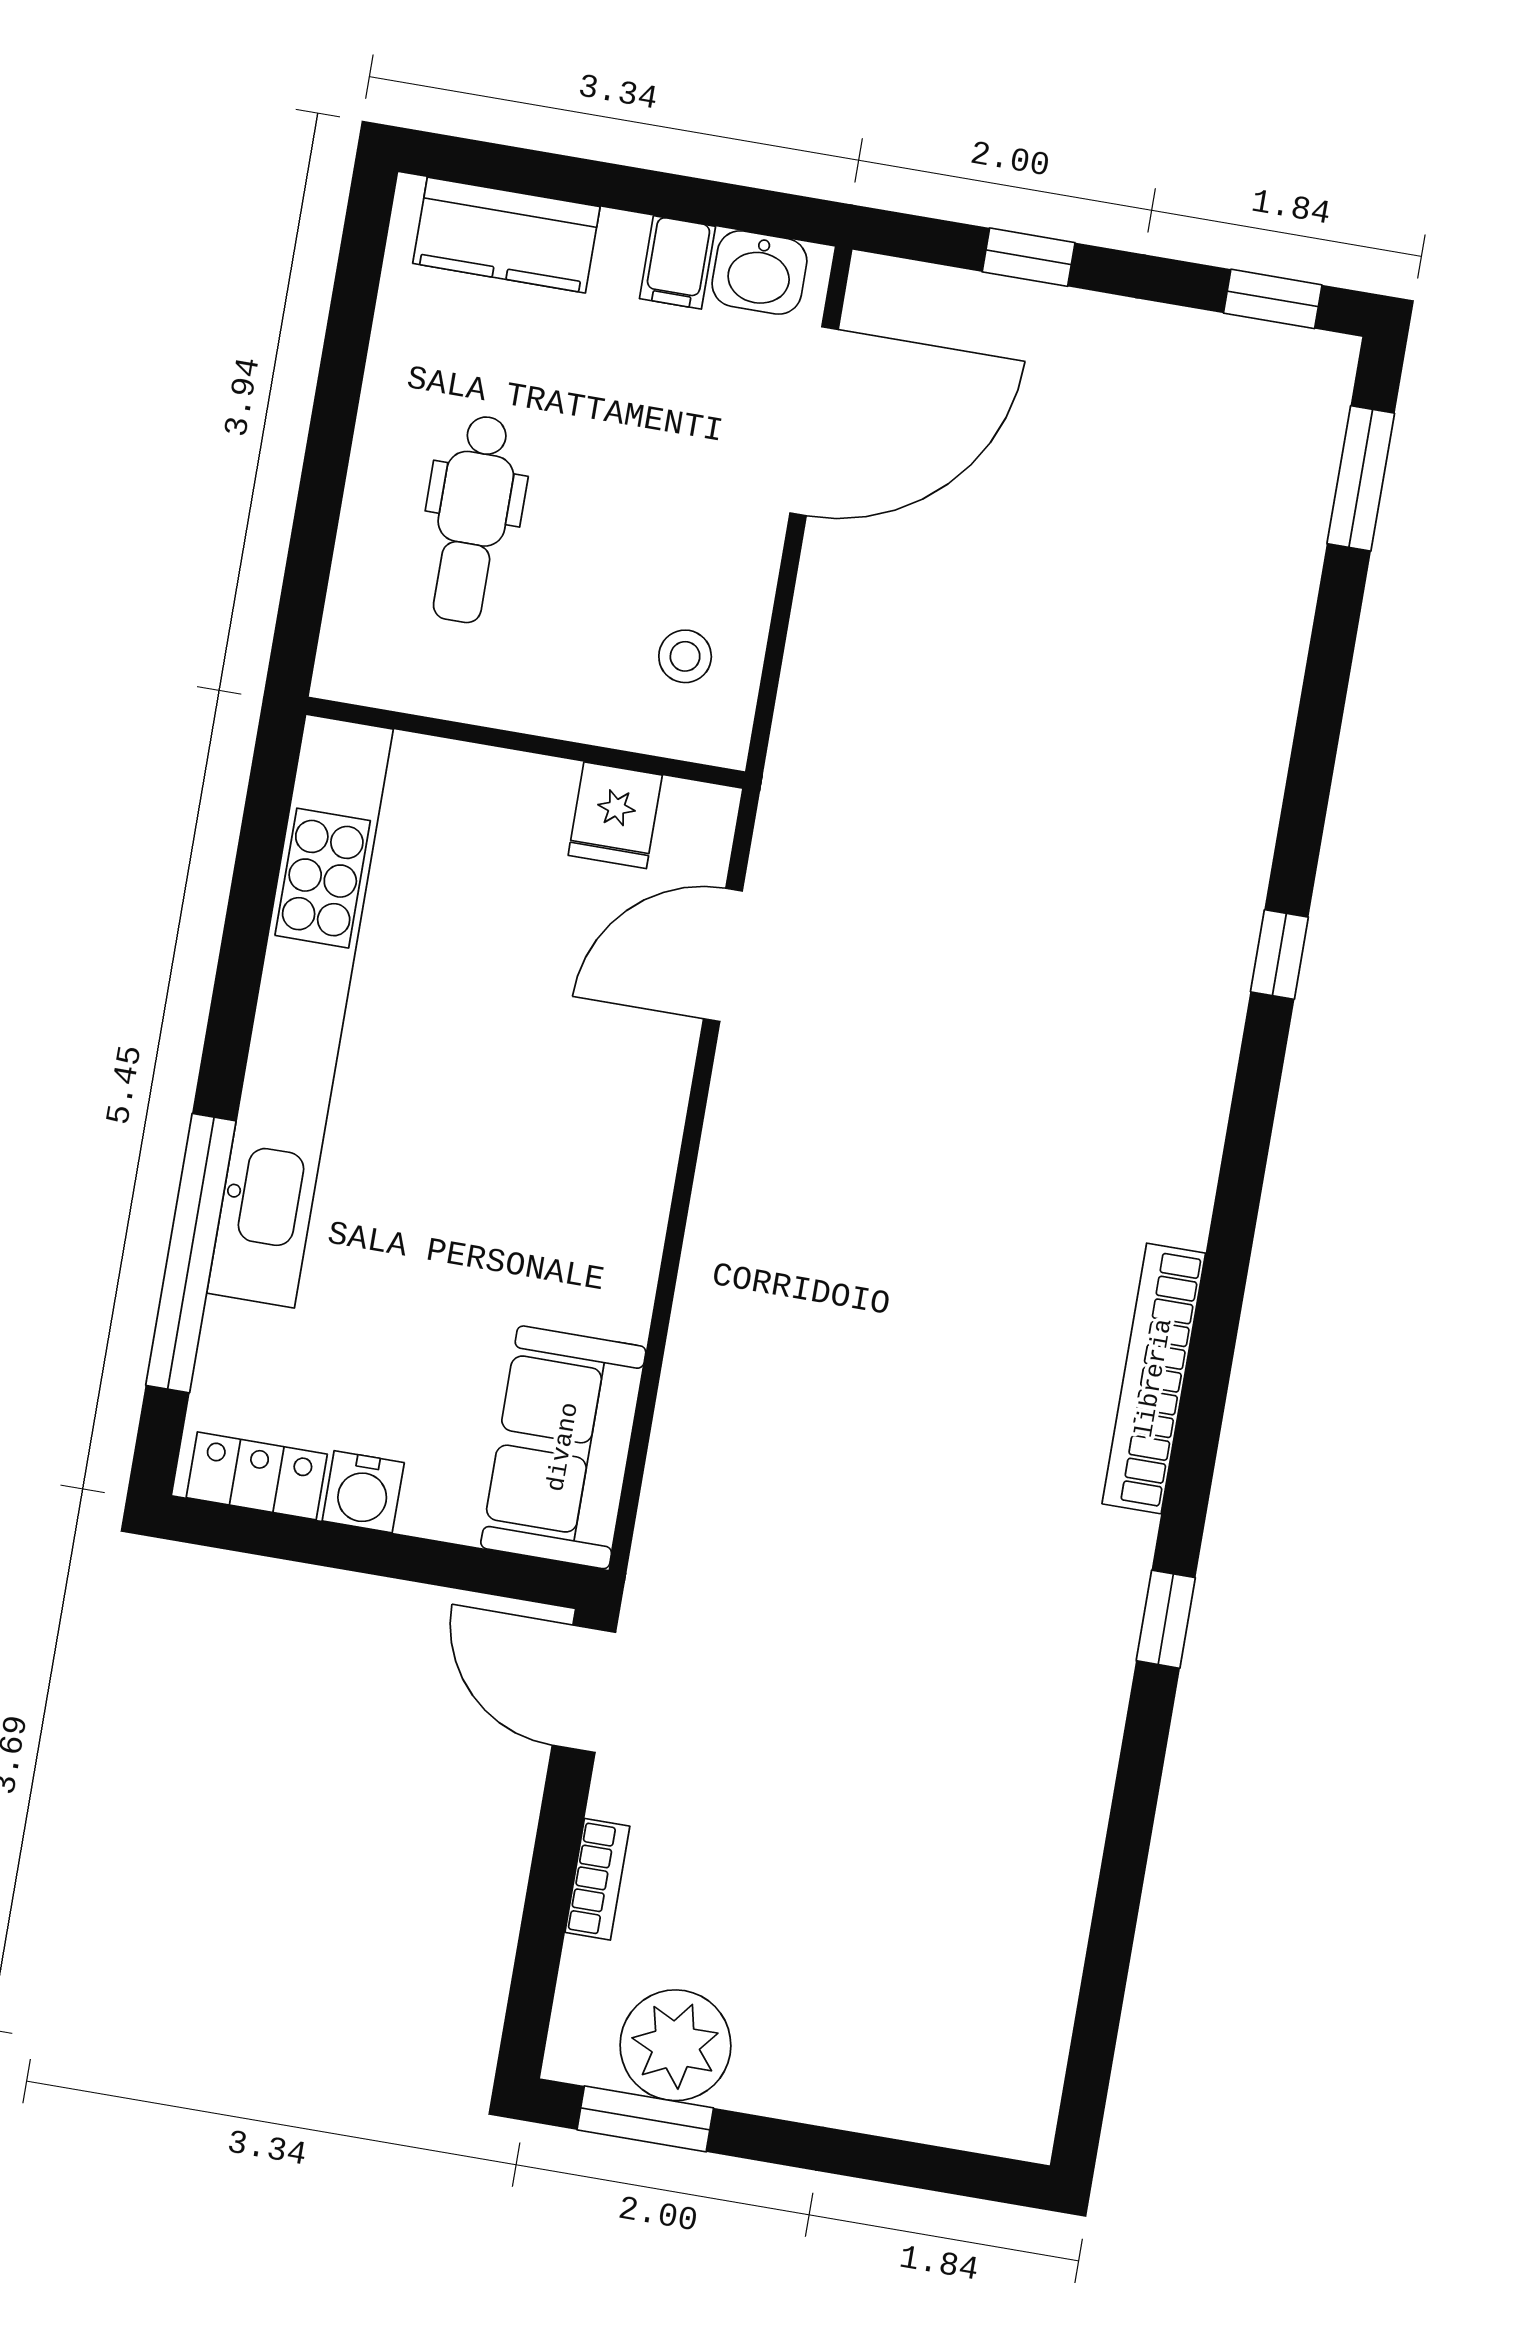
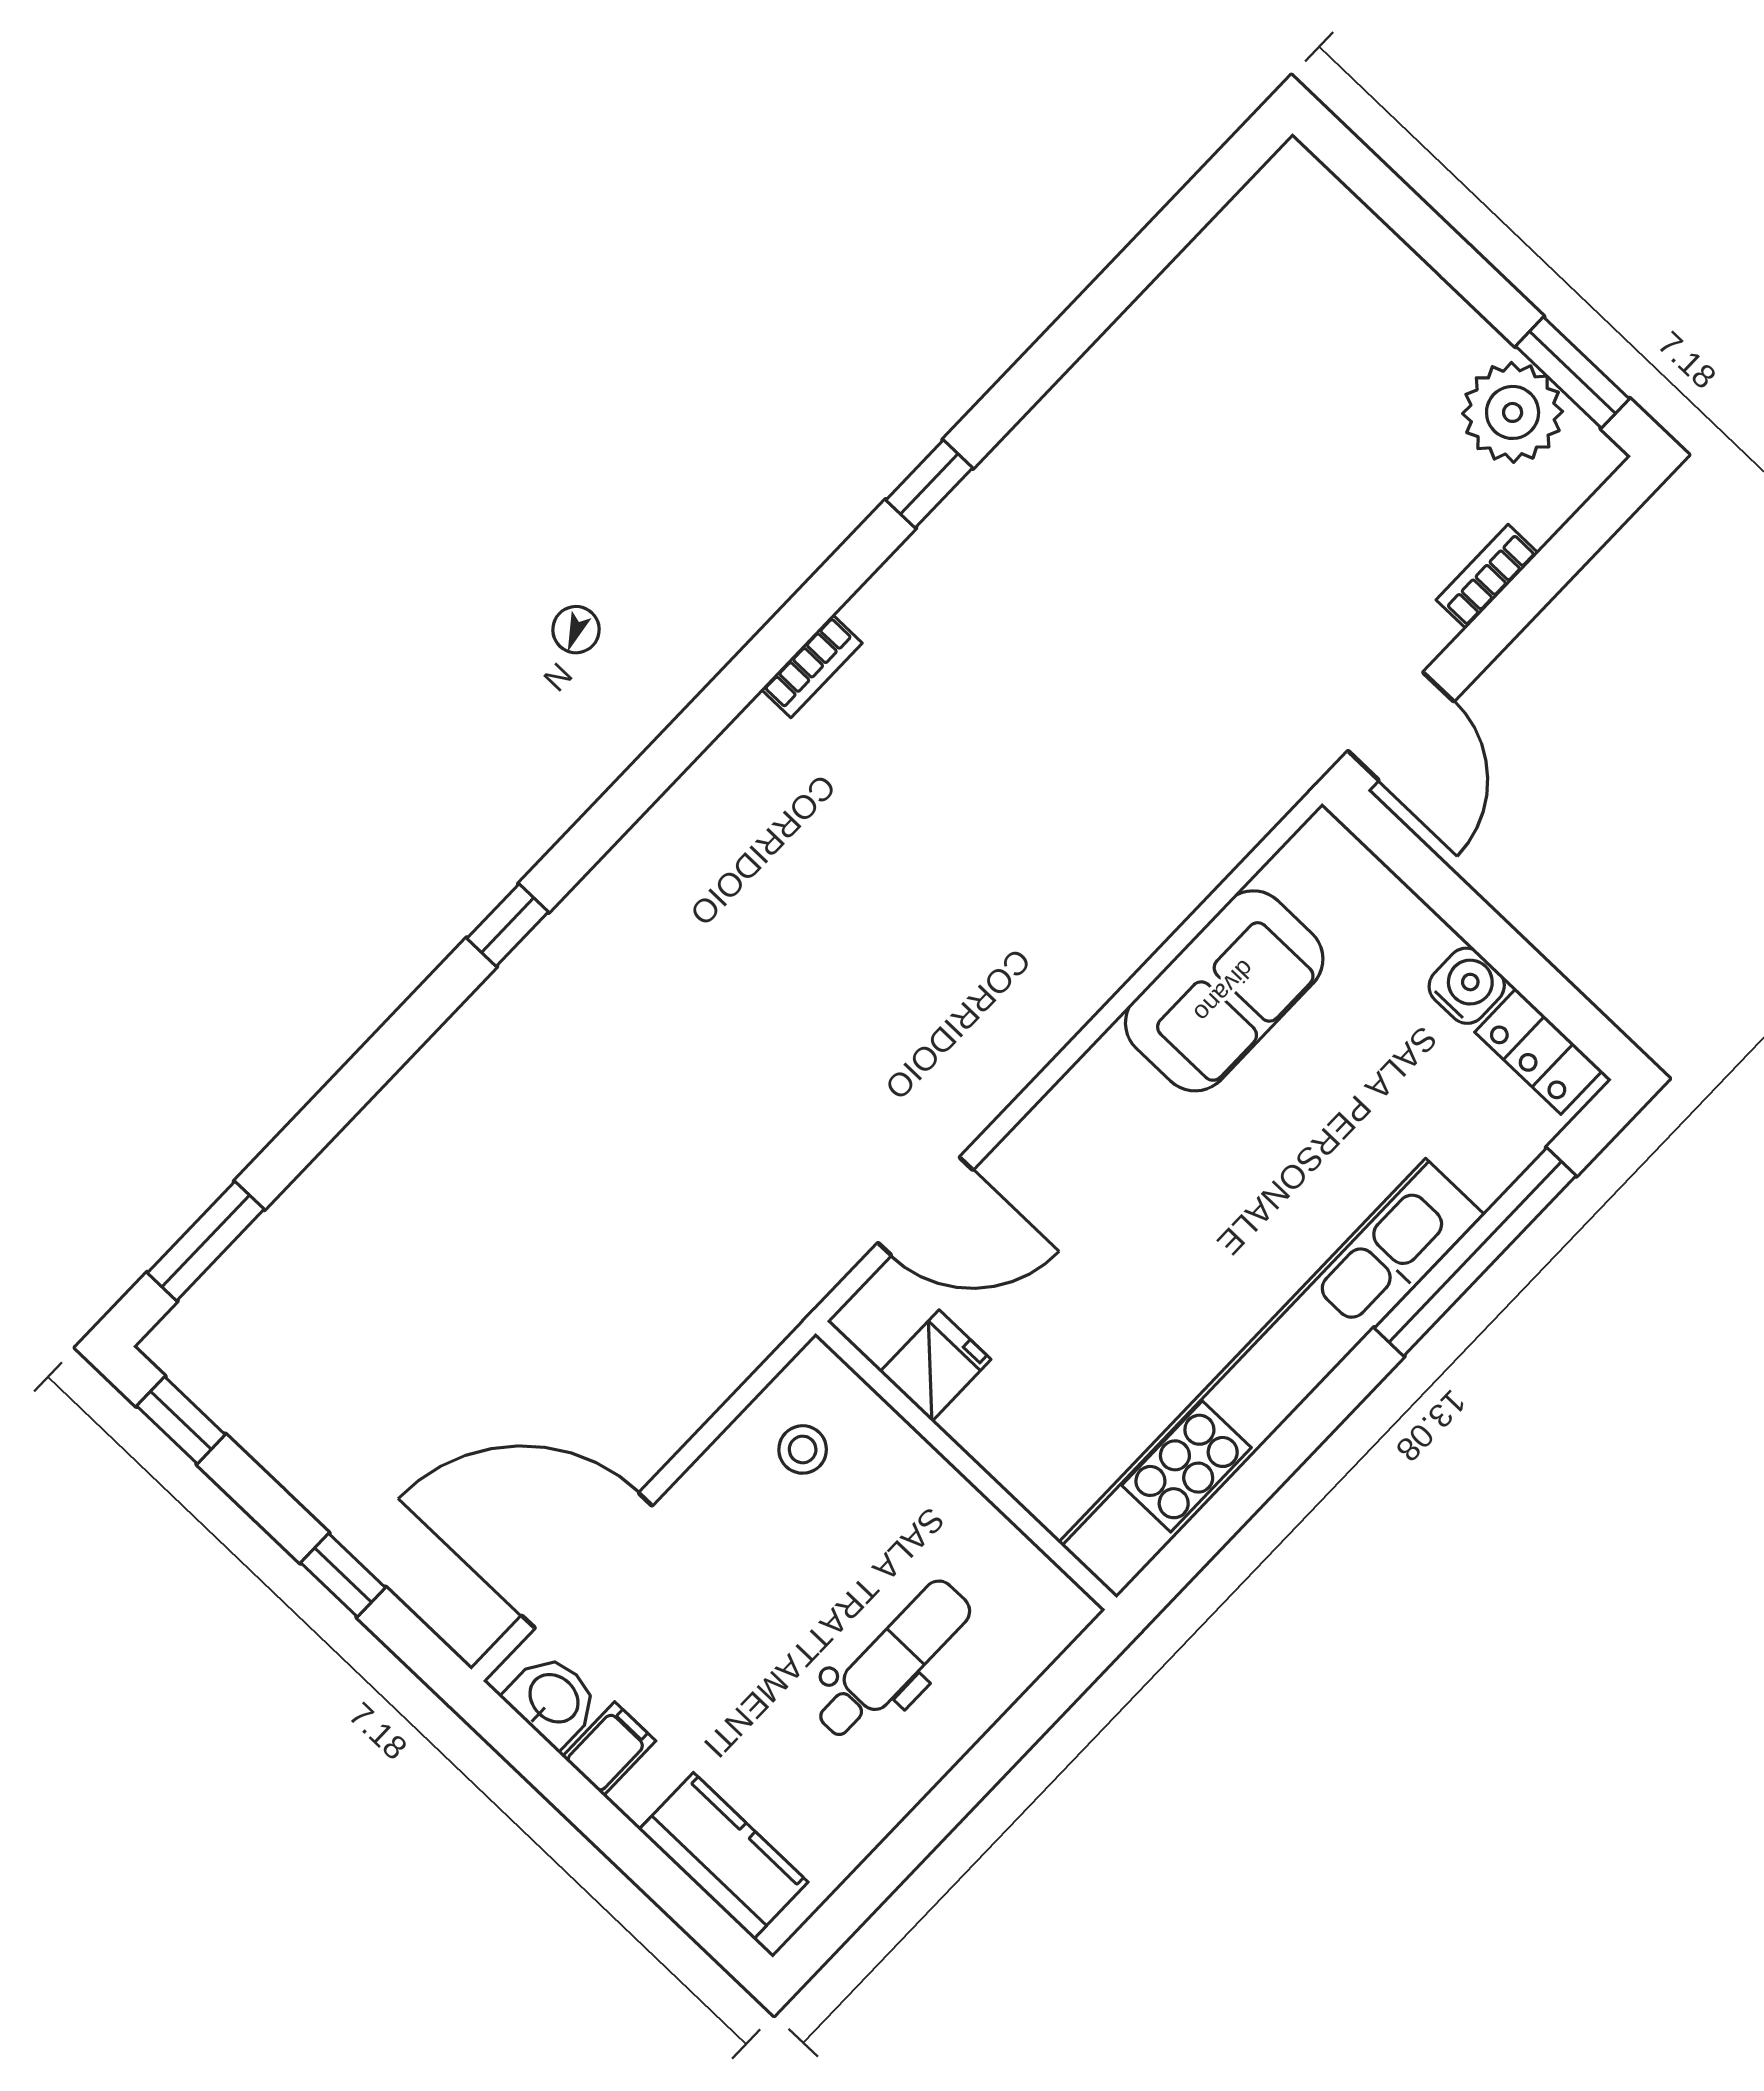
bookcase: (1154, 1378) -> (812, 666), width x0.43, depth x0.76
sofa: (563, 1447) -> (1224, 991), moved

